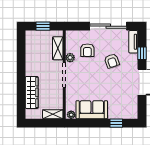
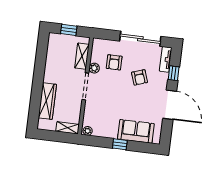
sofa: (92, 110) -> (136, 131), moved
window: (116, 123) -> (120, 144), moved

